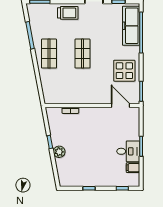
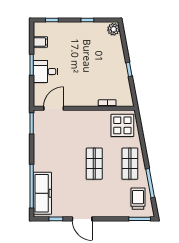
trolley: (68, 13) -> (138, 199), moved, turned 90
display table: (124, 71) -> (122, 125), moved
door: (121, 105) -> (54, 108), swing flipped
desk: (128, 151) -> (45, 72), moved
plant: (59, 152) -> (114, 29), moved

